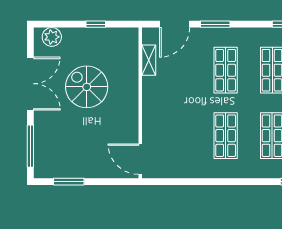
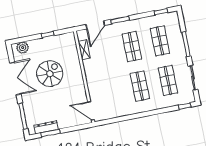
spiral stairs: (87, 87) -> (50, 74), turned 90
dresser: (64, 171) -> (46, 127), added

